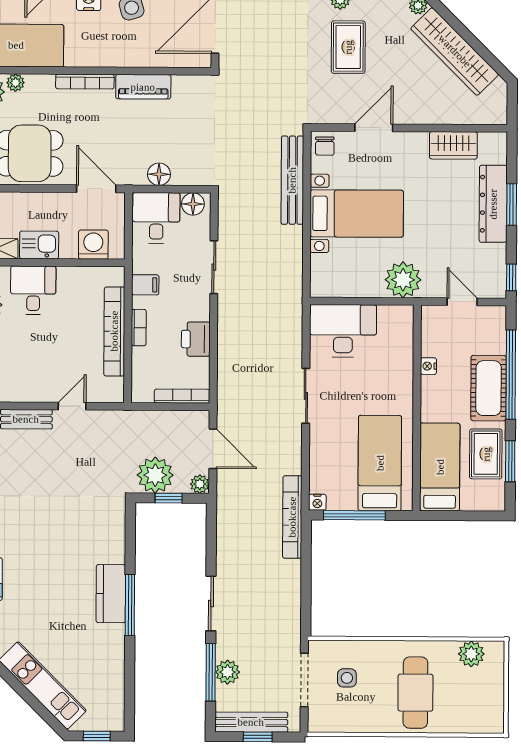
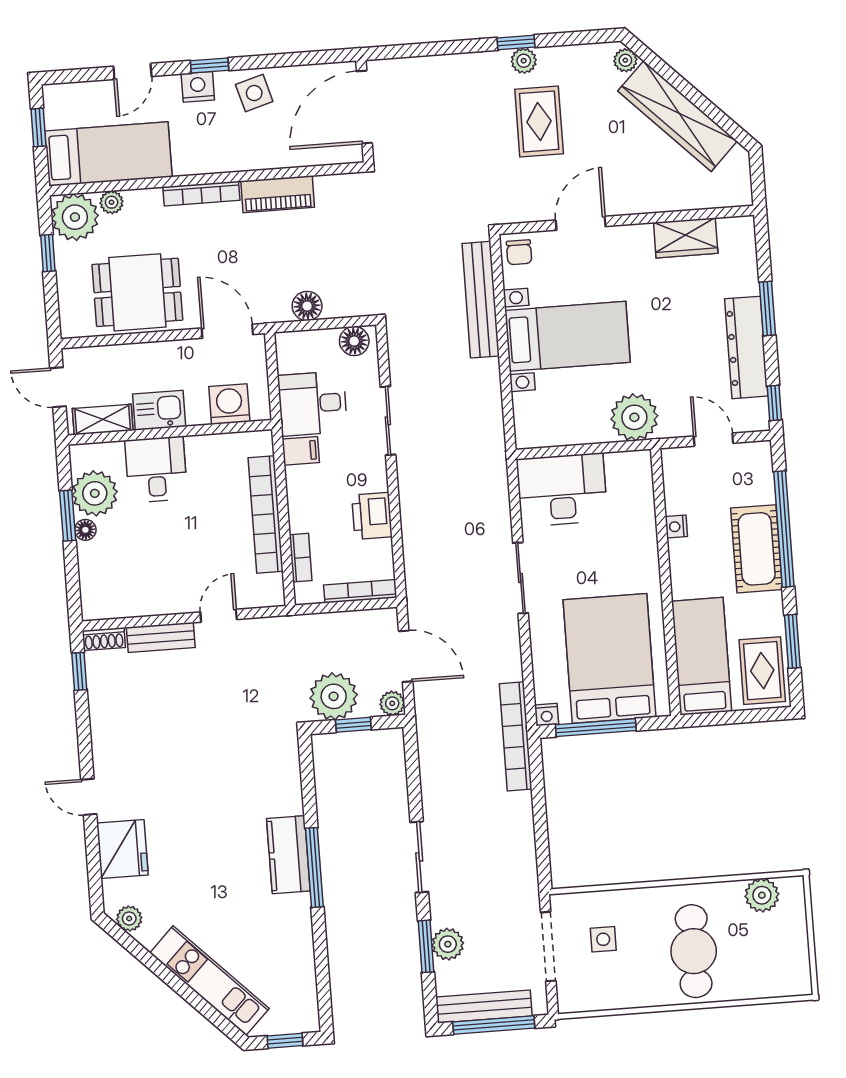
dresser: (493, 204) -> (746, 347), moved
desk: (156, 218) -> (313, 404), moved, turned -90
bookcase: (139, 328) -> (301, 558), moved
rug: (486, 454) -> (762, 671), moved
bed: (380, 463) -> (609, 658), width x1.50
window: (211, 672) -> (426, 946), width x0.69
window: (258, 737) -> (494, 1025), width x2.17

